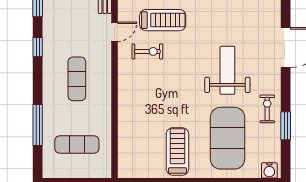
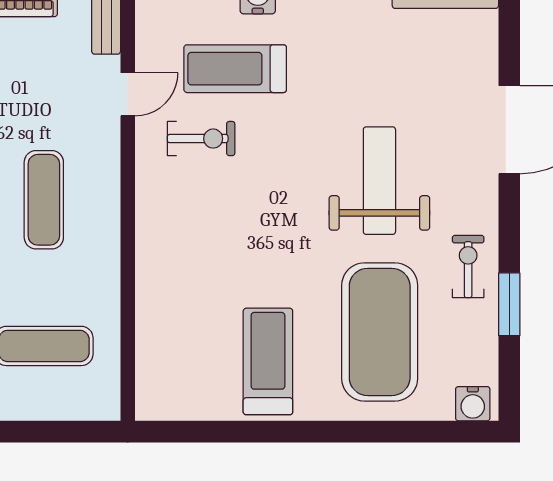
treadmill: (163, 20) -> (235, 69), turned 180

